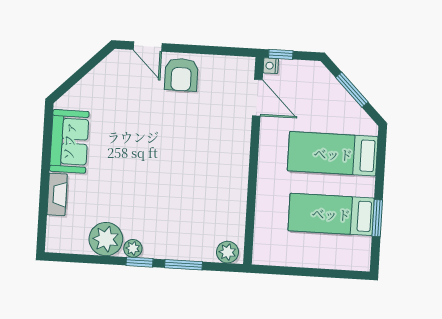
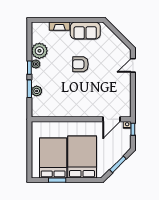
armchair: (181, 75) -> (80, 64), moved
bed: (333, 154) -> (82, 157), width x1.50
bed: (331, 214) -> (53, 158), width x1.50
plant: (227, 252) -> (37, 91), moved

